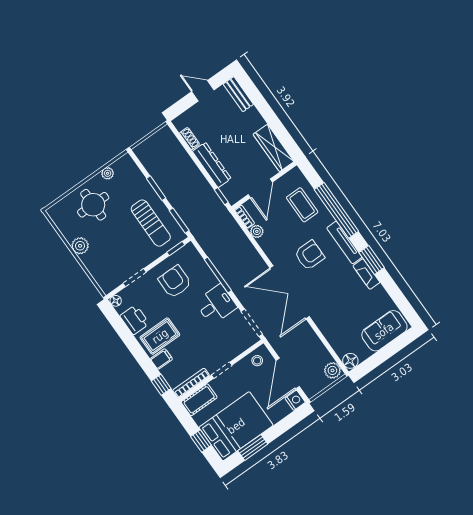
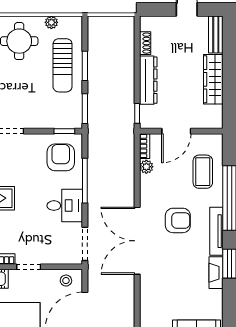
wardrobe: (274, 148) -> (213, 79), moved
sun lounger: (151, 223) -> (63, 65), moved
armchair: (175, 282) -> (61, 157), moved

